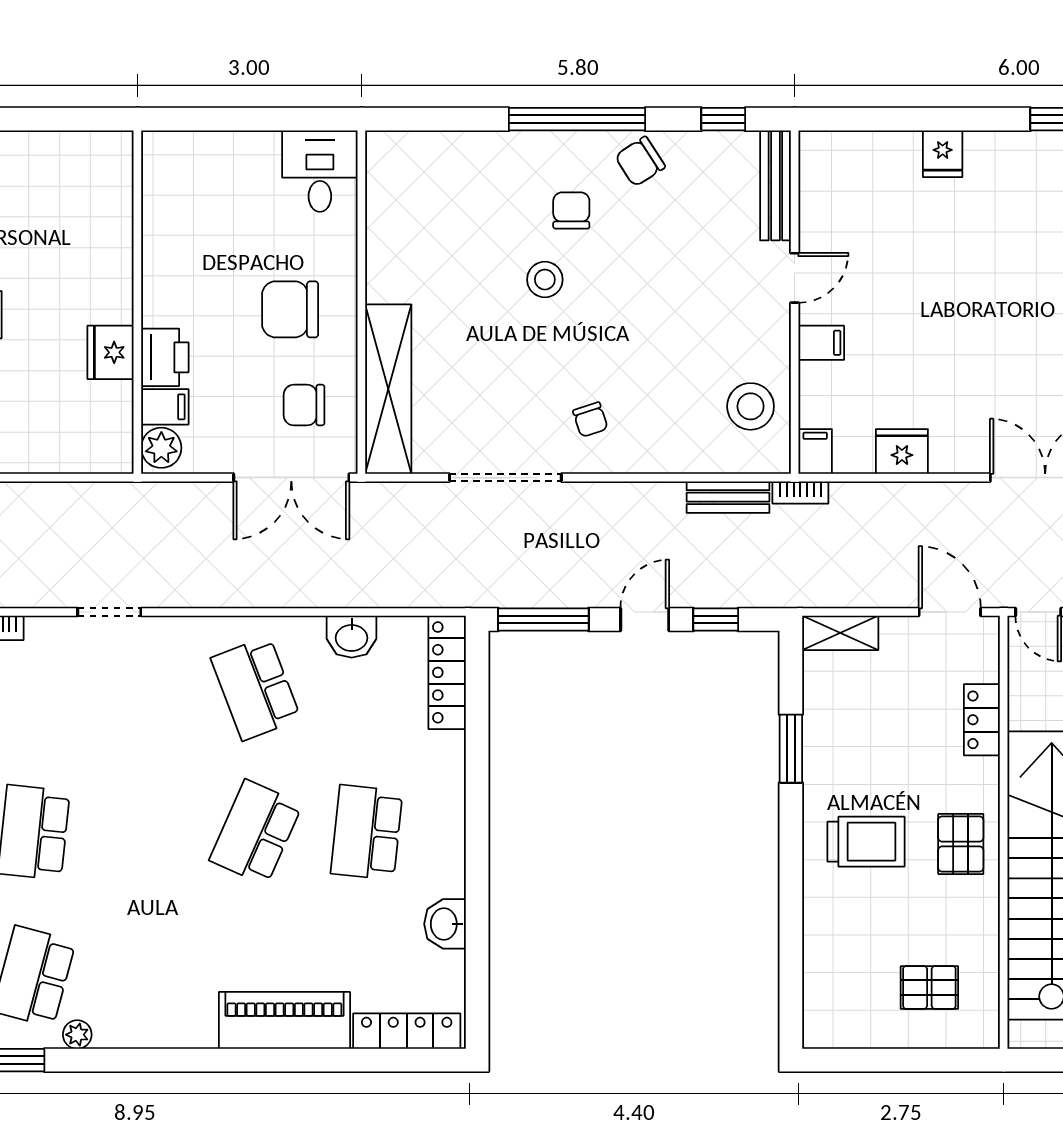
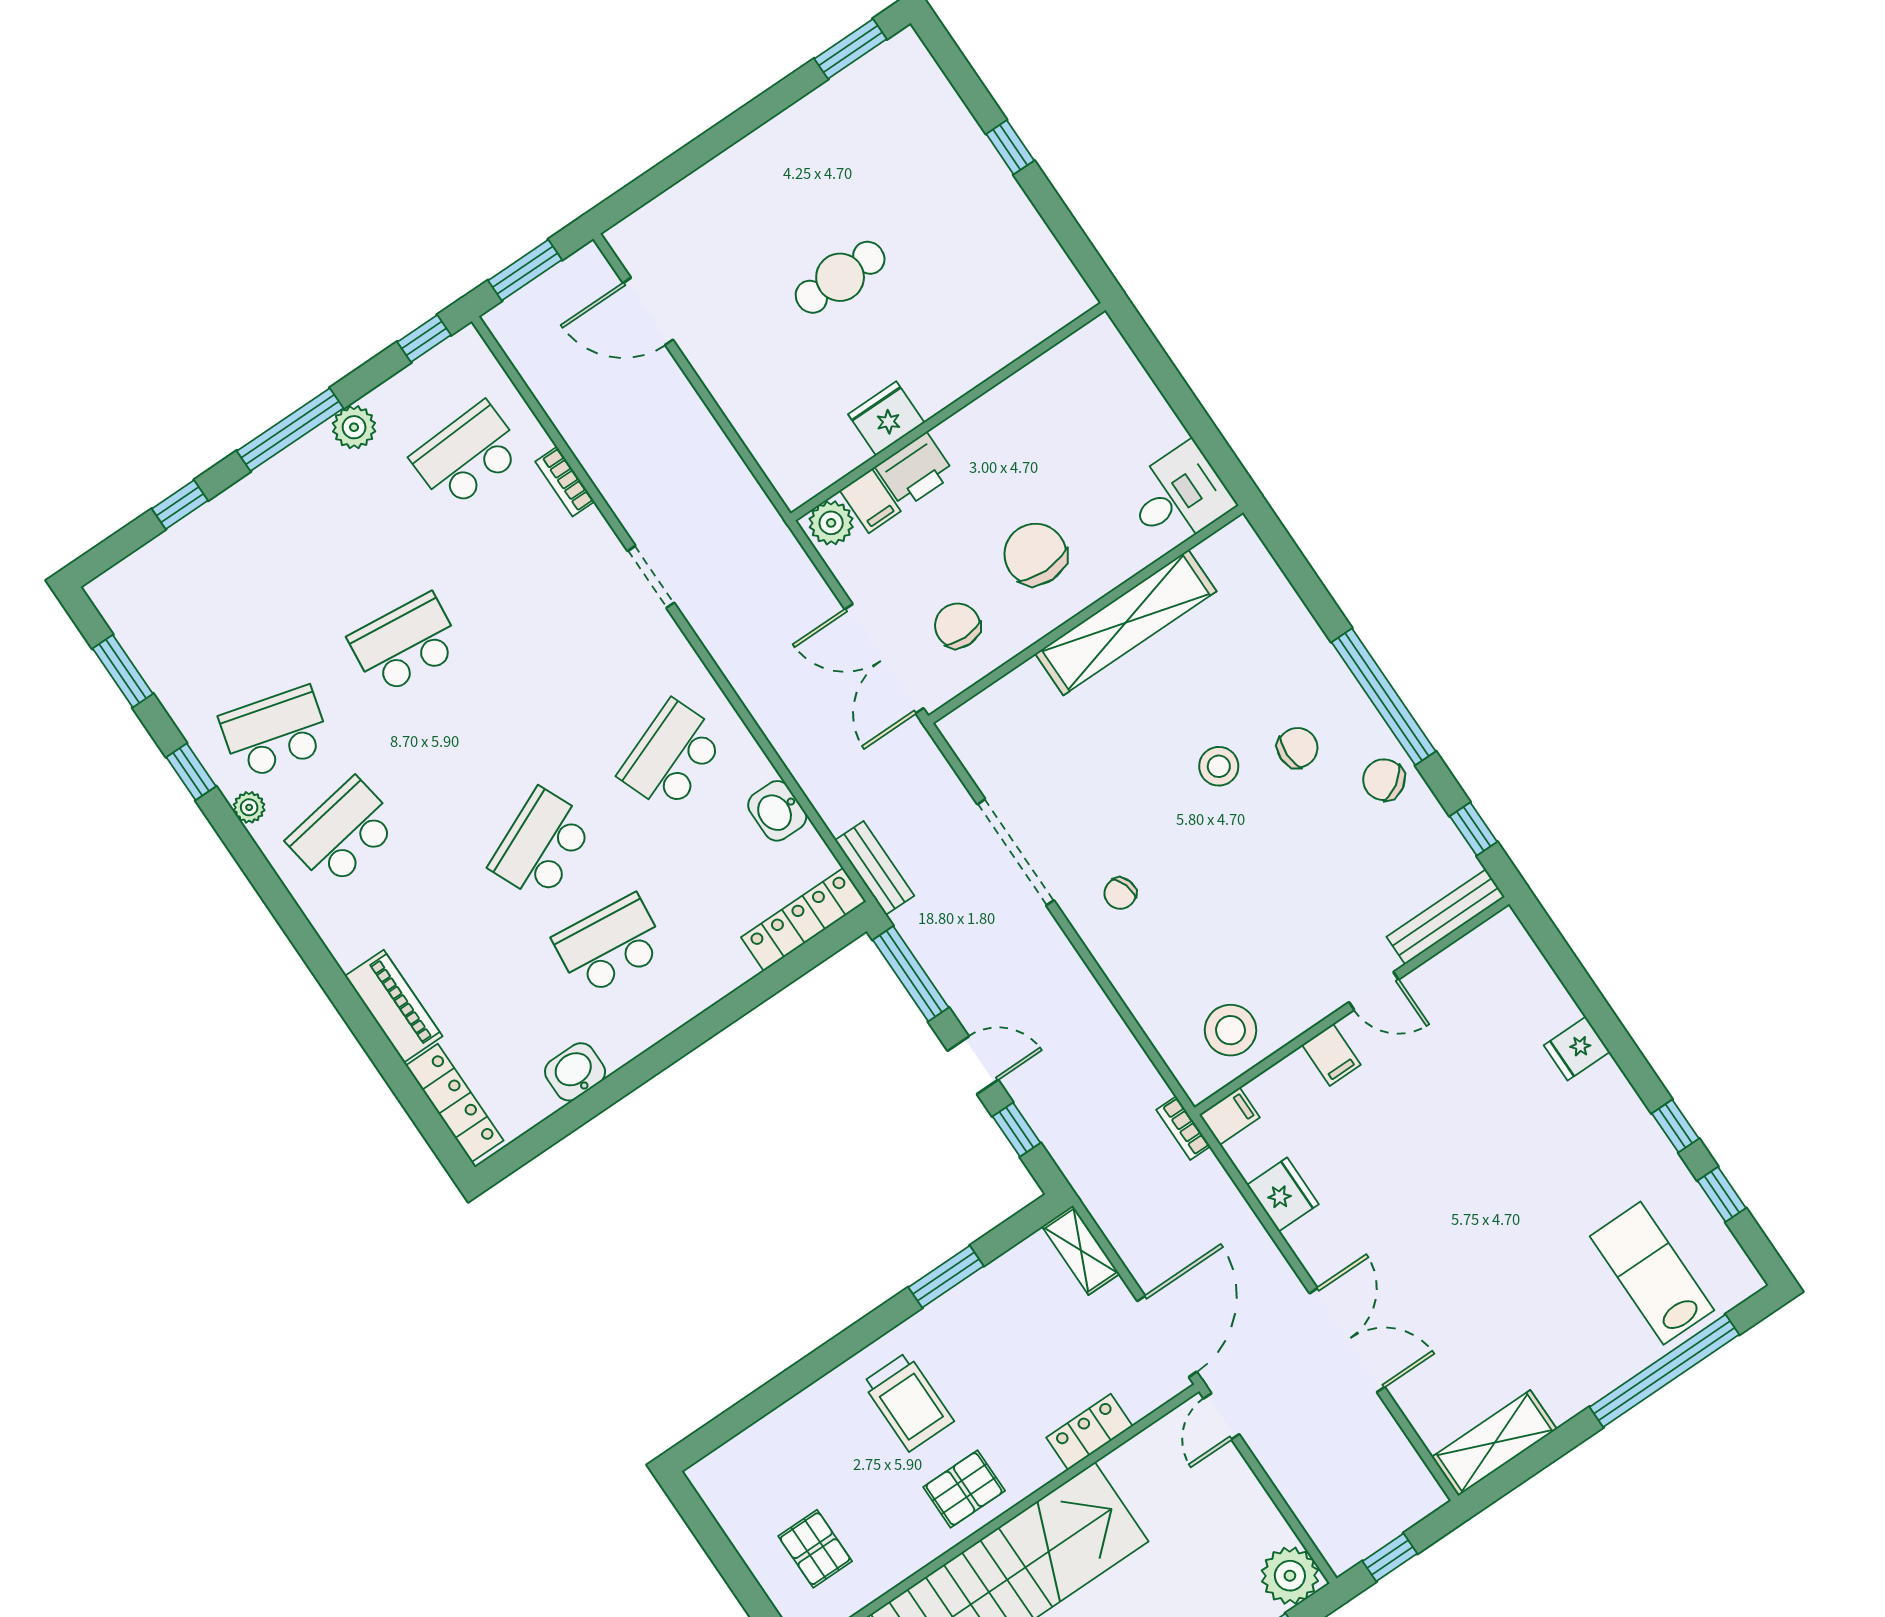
shelving: (388, 389) -> (1126, 623), moved
bench: (728, 497) -> (875, 868), moved
door: (950, 612) -> (1167, 1336), width x1.36
school desk: (256, 832) -> (542, 844), turned -48
school desk: (145, 976) -> (343, 833), added
piano: (284, 1020) -> (394, 1006), width x0.73, depth x0.75

